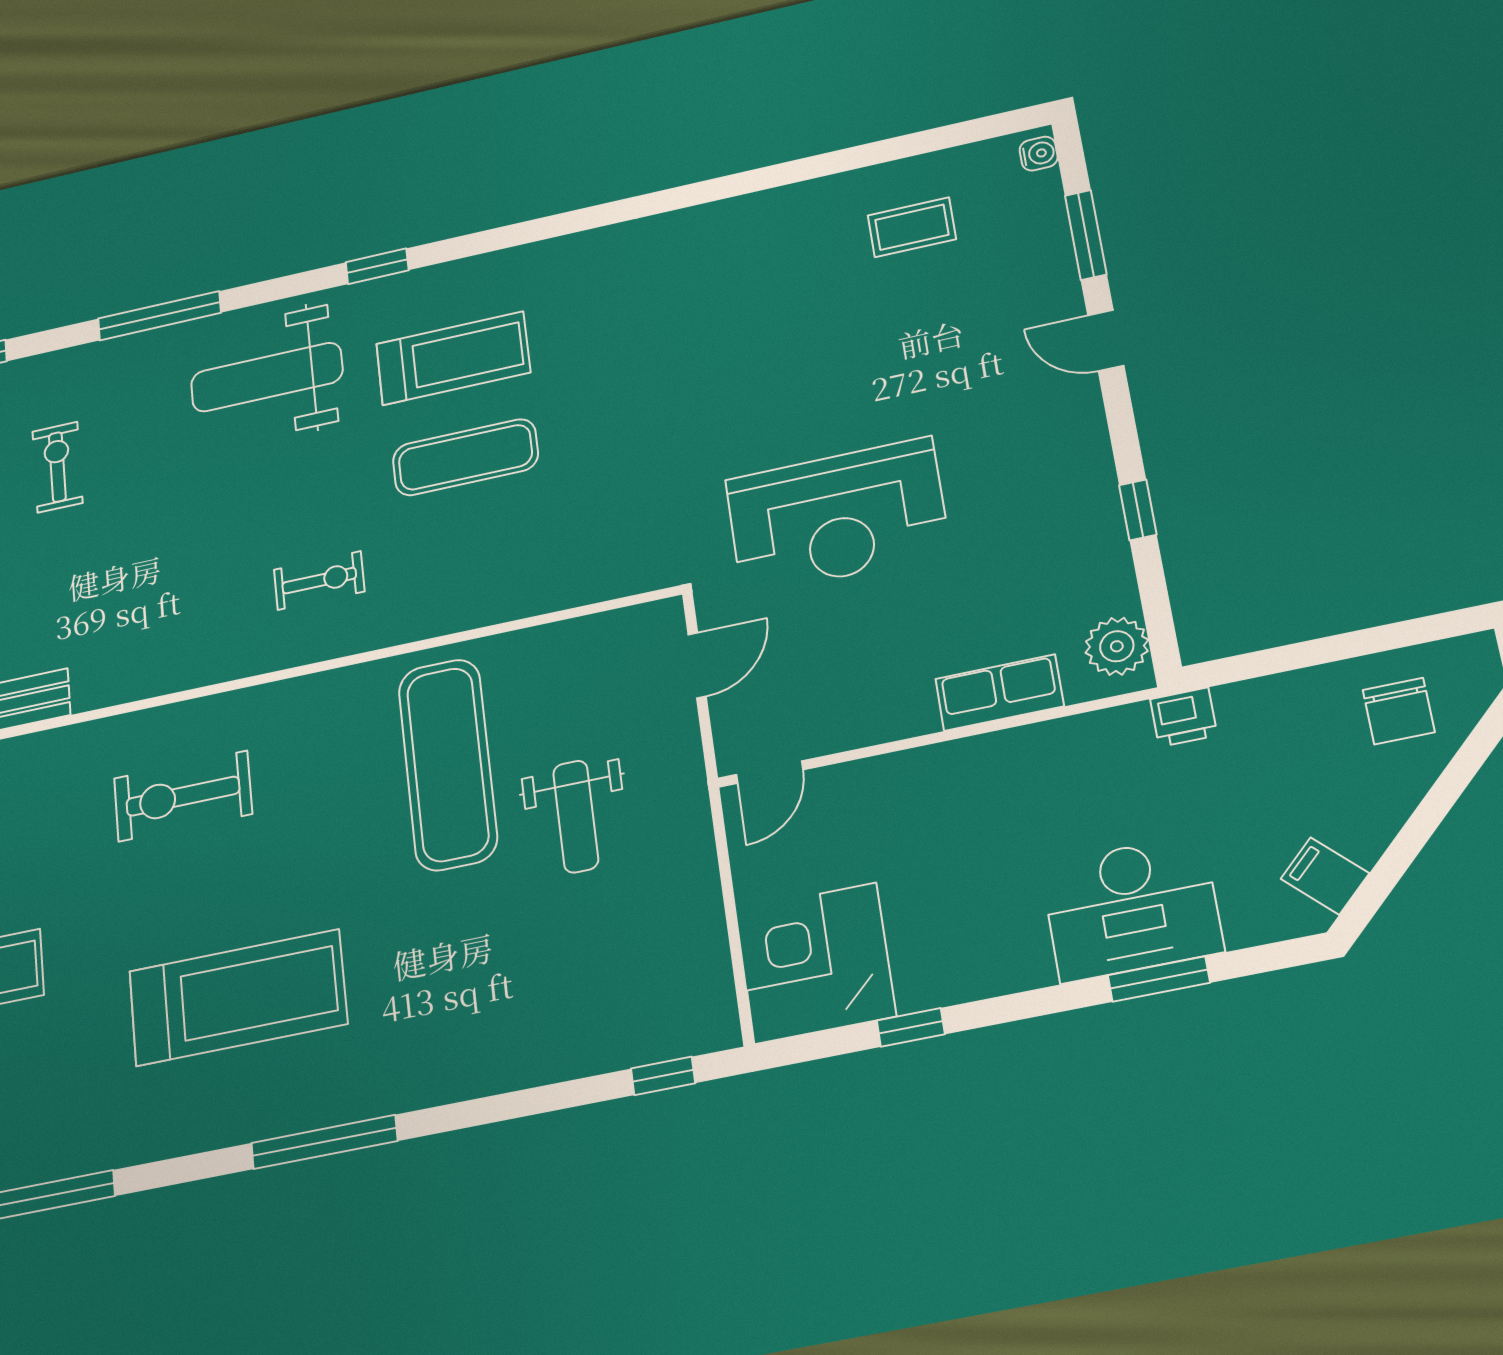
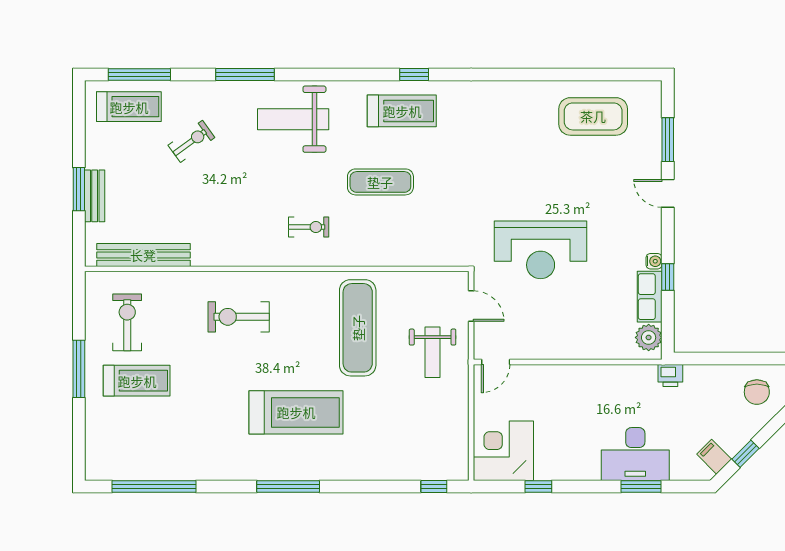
water cooler: (1039, 154) -> (654, 261), moved
coffee table: (912, 227) -> (593, 116), width x1.86, depth x1.72
window: (377, 266) -> (414, 75), moved
treadmill: (453, 358) -> (402, 111), moved
exercise bike: (57, 467) -> (191, 141), turned 54
door: (697, 665) -> (471, 306), hinge flipped
row of seats: (999, 693) -> (650, 297), moved, turned -90
weight bench: (576, 816) -> (433, 352), moved
window: (1401, 854) -> (746, 454), added
treadmill: (238, 998) -> (296, 412), moved

